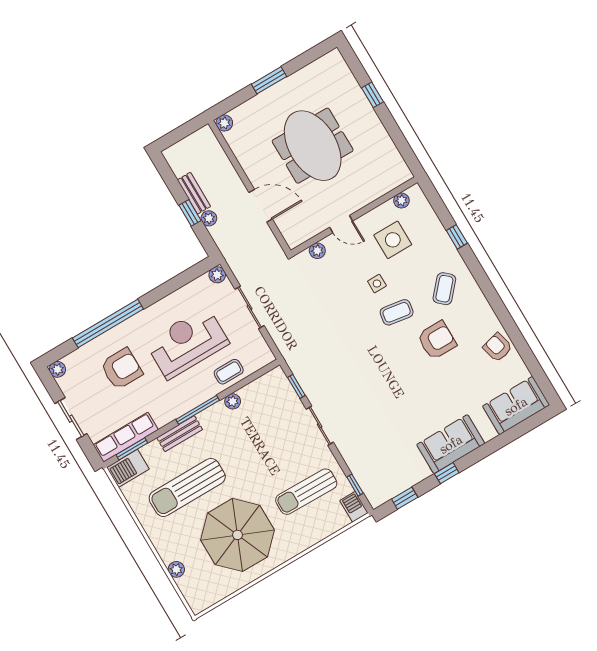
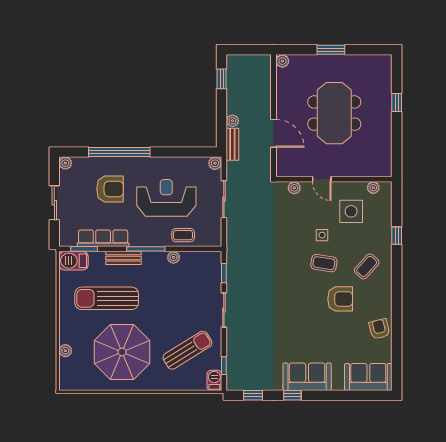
bench: (194, 193) -> (232, 144), moved
window: (190, 213) -> (222, 79), moved
row of seats: (126, 437) -> (103, 238), moved
sun lounger: (306, 492) -> (187, 350), turned 147

